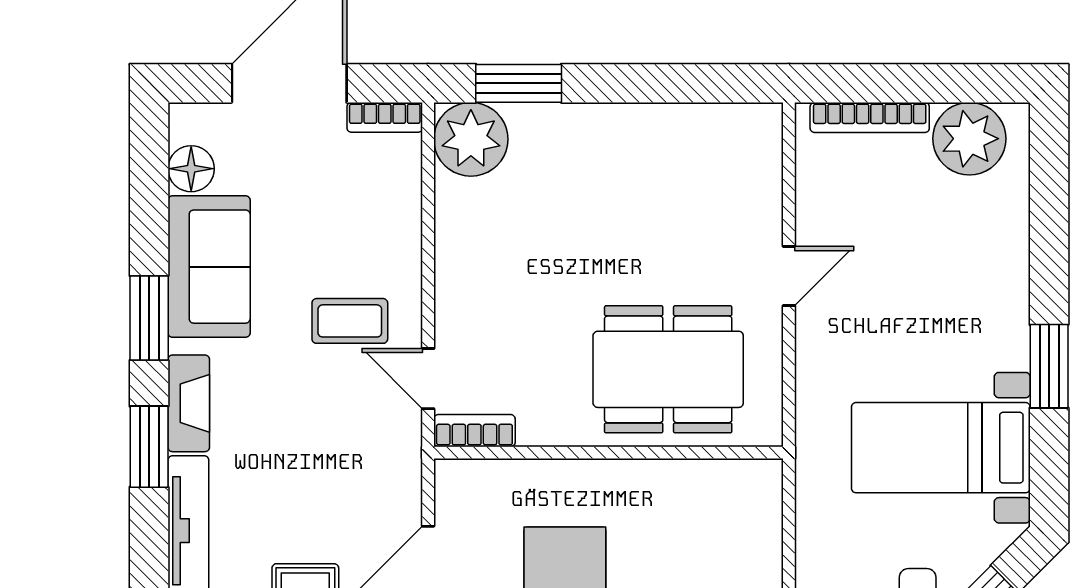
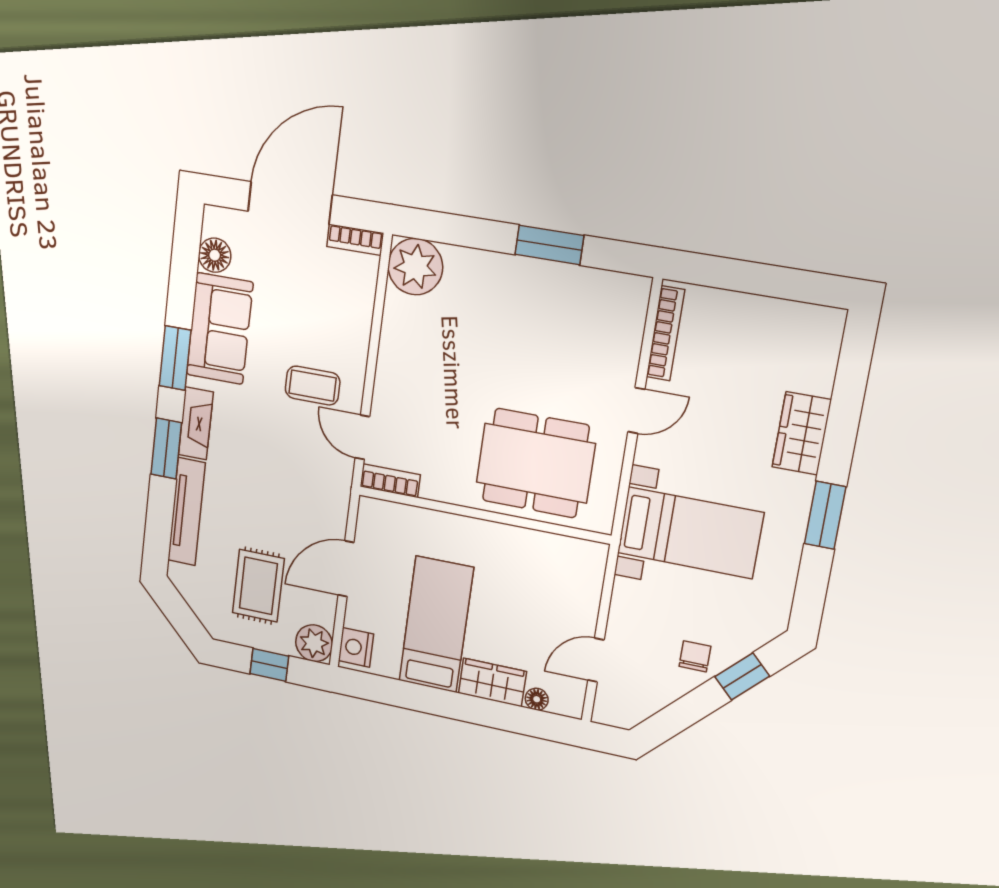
window: (519, 83) -> (549, 245), moved
bookcase: (870, 117) -> (665, 333), moved, turned -90
plant: (969, 139) -> (795, 330), removed
wardrobe: (1001, 267) -> (802, 433), added
bed with nightstands: (941, 448) -> (690, 533), moved, turned 180

